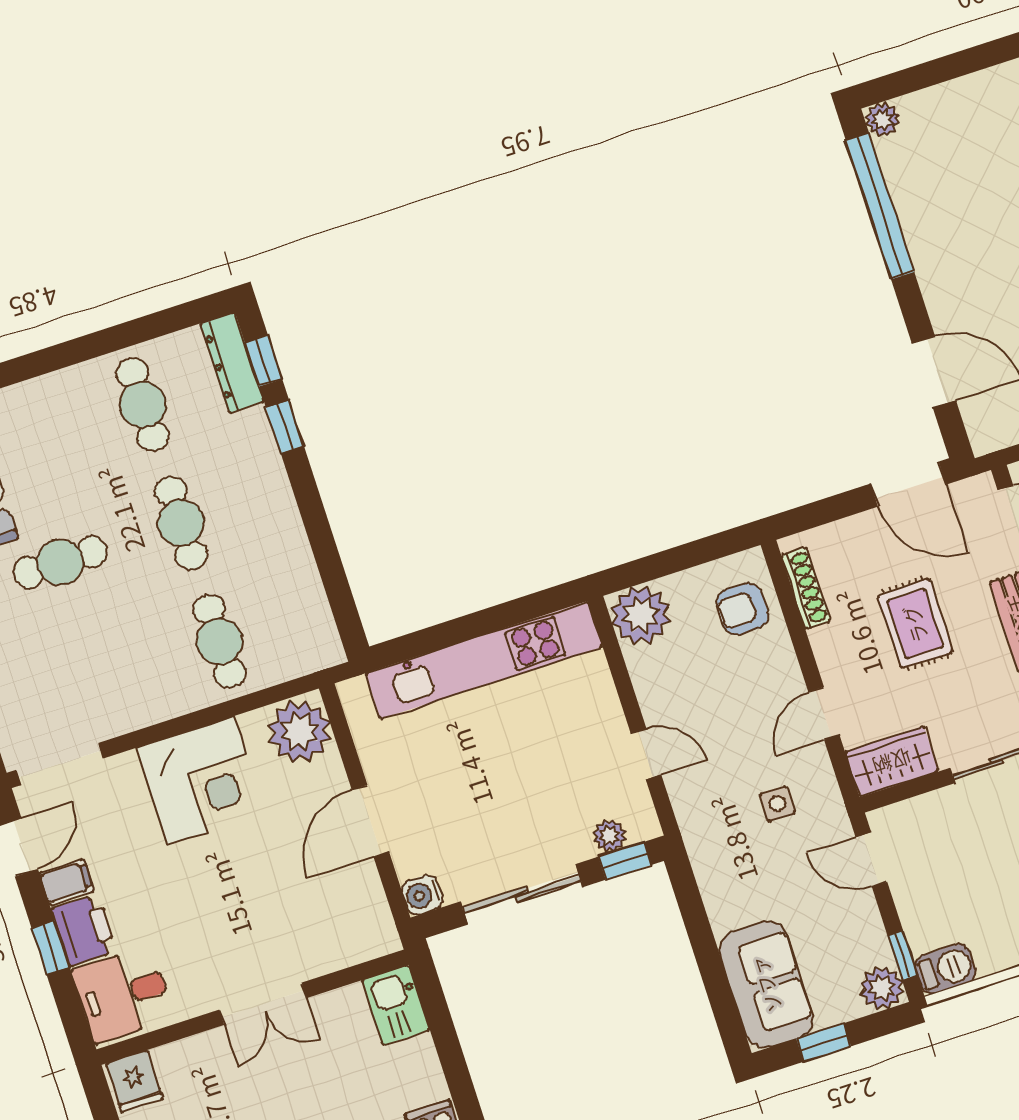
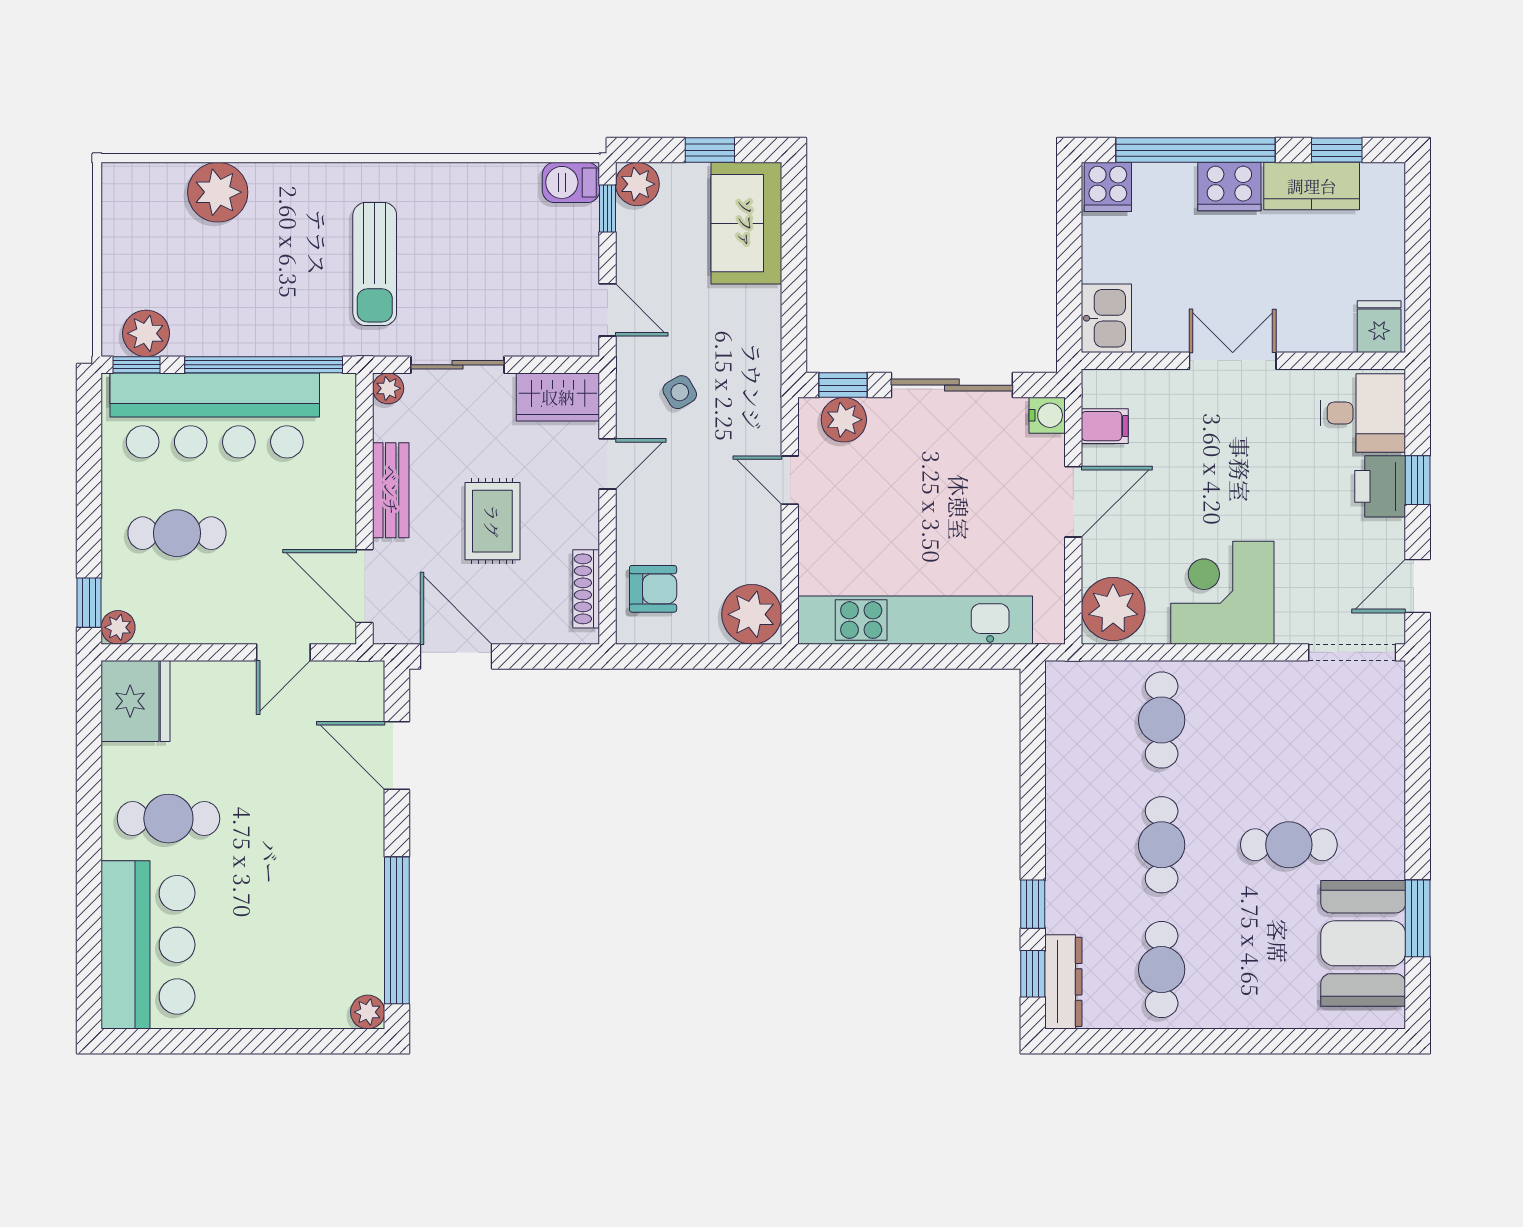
side table: (778, 804) -> (680, 392), turned -30
plant: (610, 836) -> (844, 420), width x1.38, depth x1.38
filing cabinet: (67, 882) -> (1105, 426), moved, turned 180

